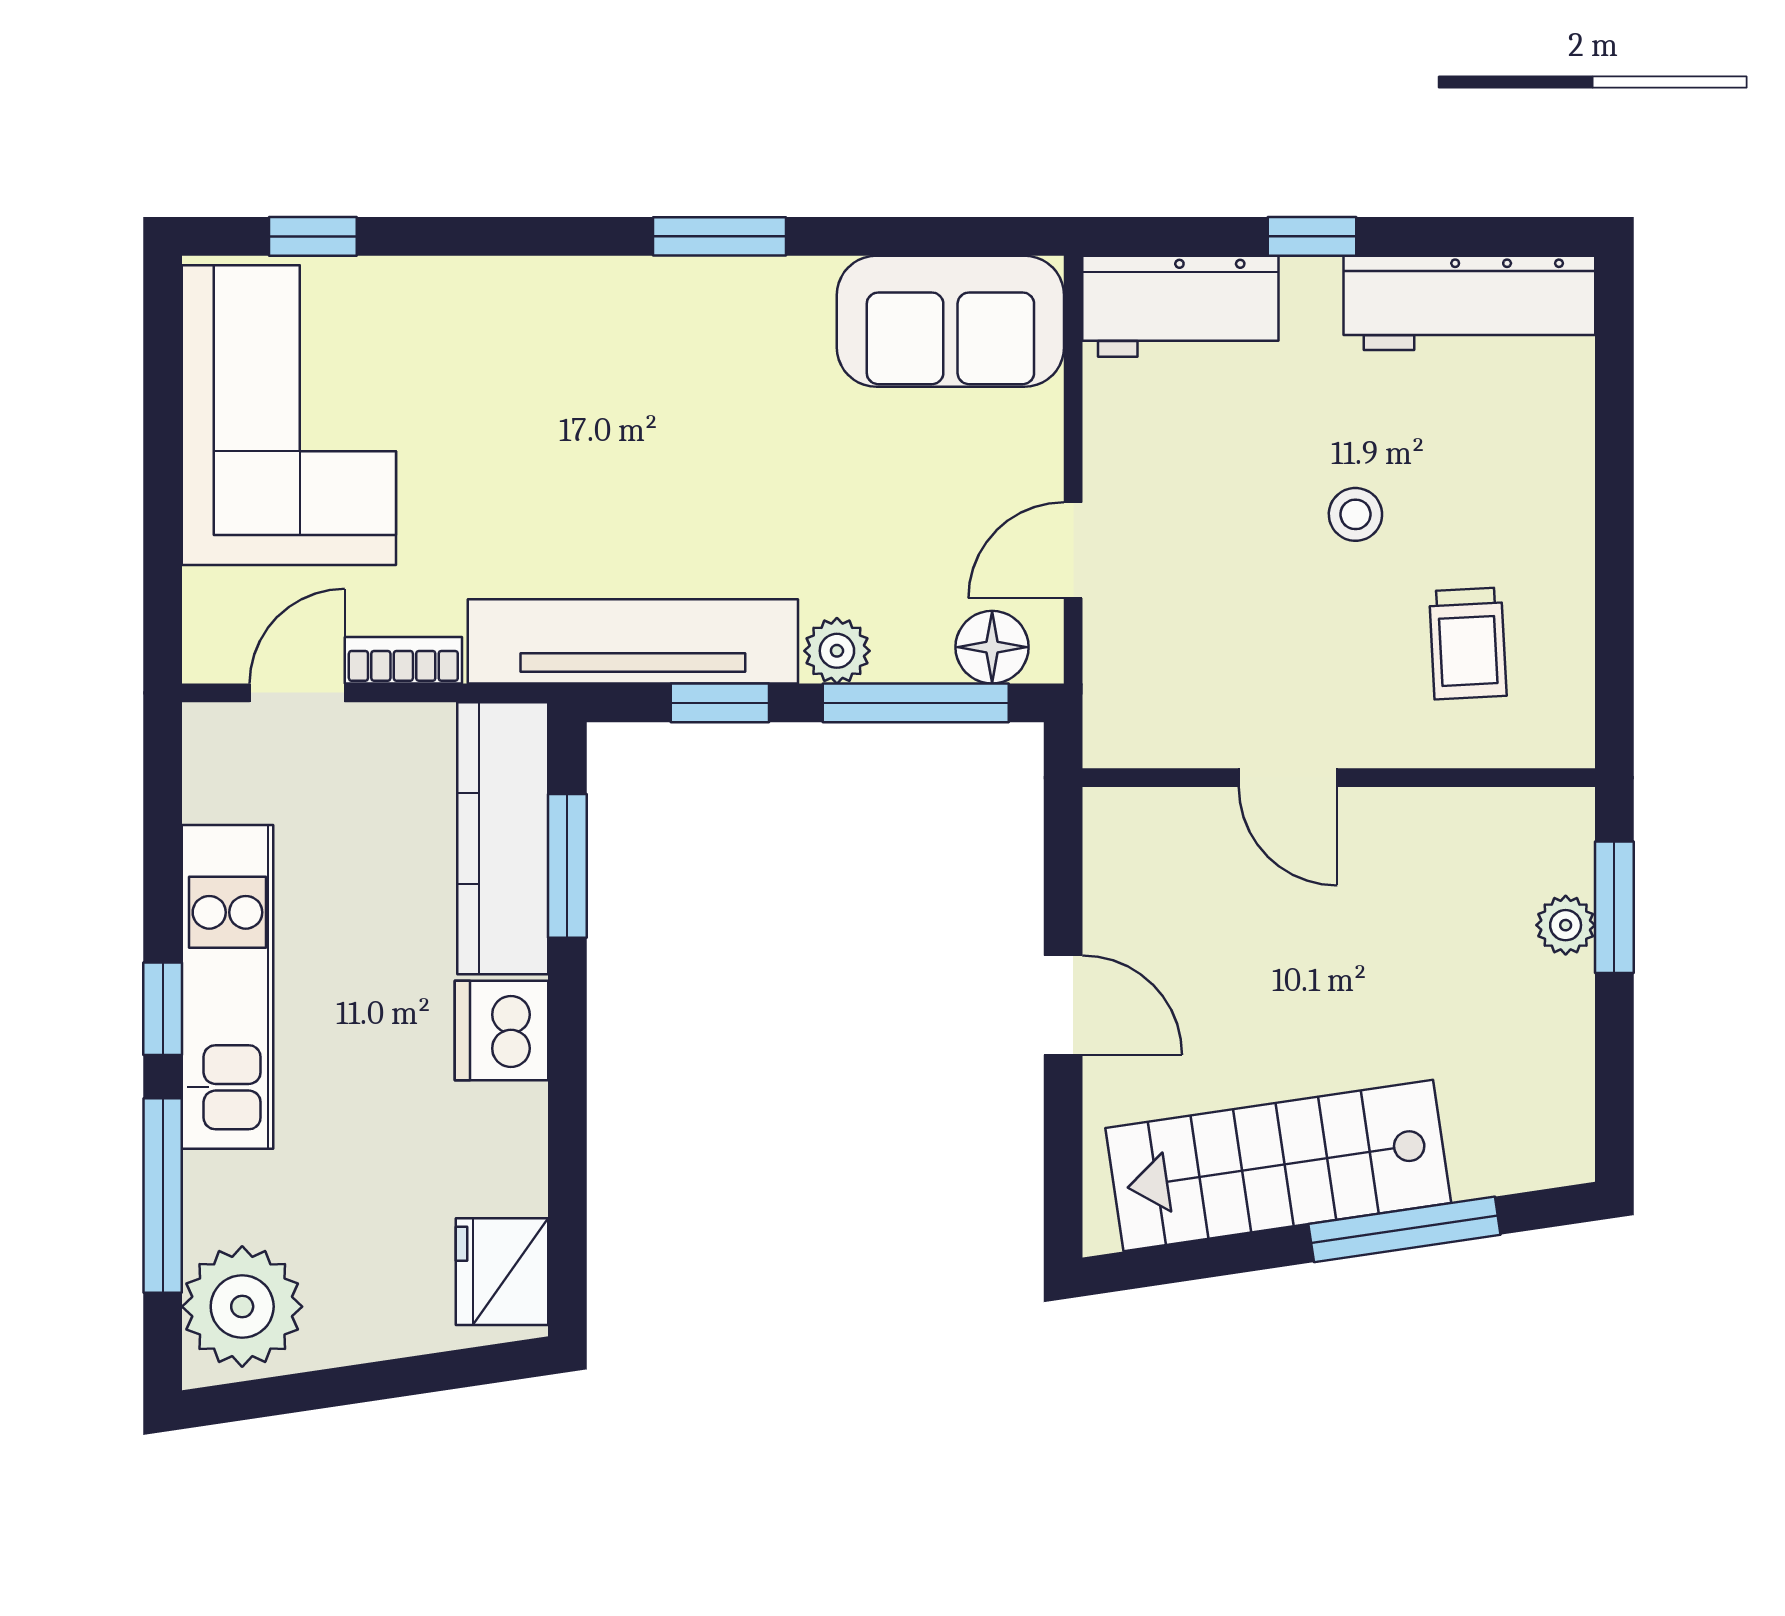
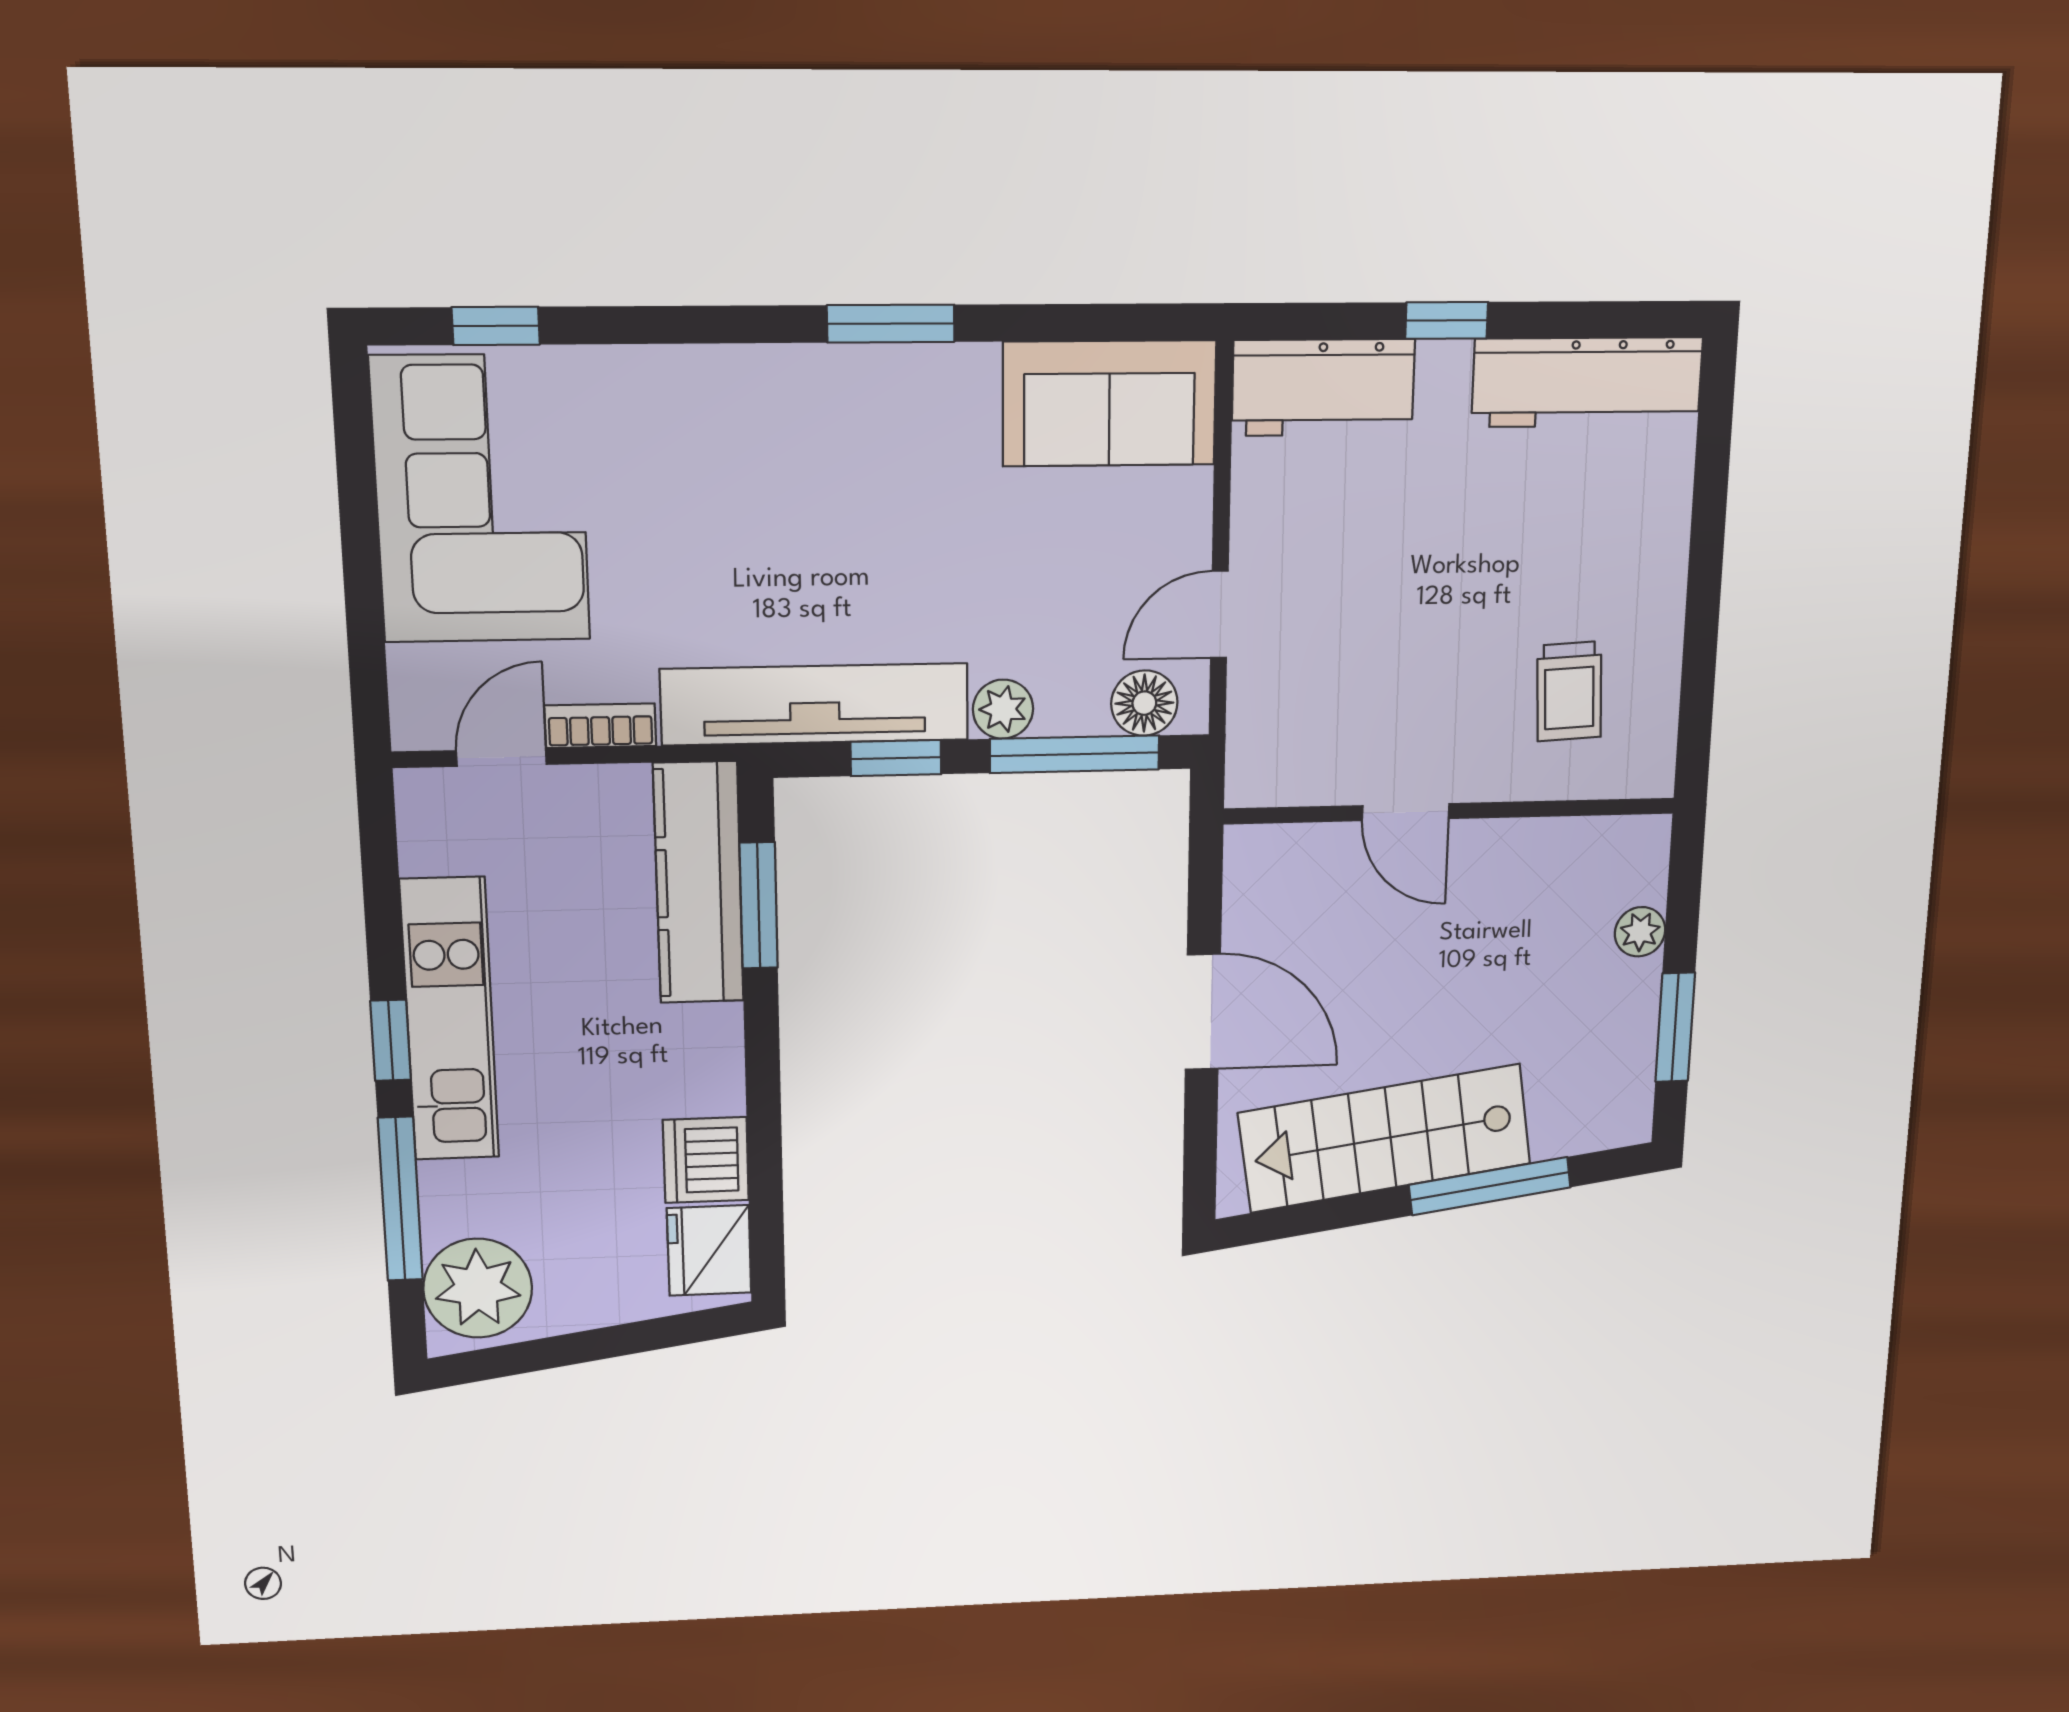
stool: (1355, 514) -> (1475, 578), removed
window: (1614, 907) -> (1675, 1027), moved
door: (1063, 1005) -> (1203, 1012), width x1.38
dishwasher: (502, 1030) -> (706, 1160), moved

